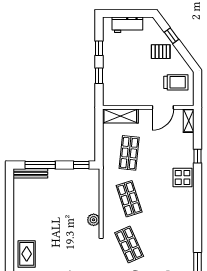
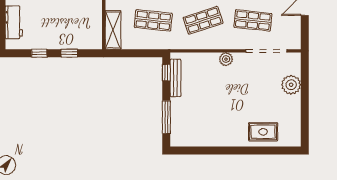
bench: (30, 173) -> (175, 78), moved
shop shelf: (129, 245) -> (253, 20), turned 30

